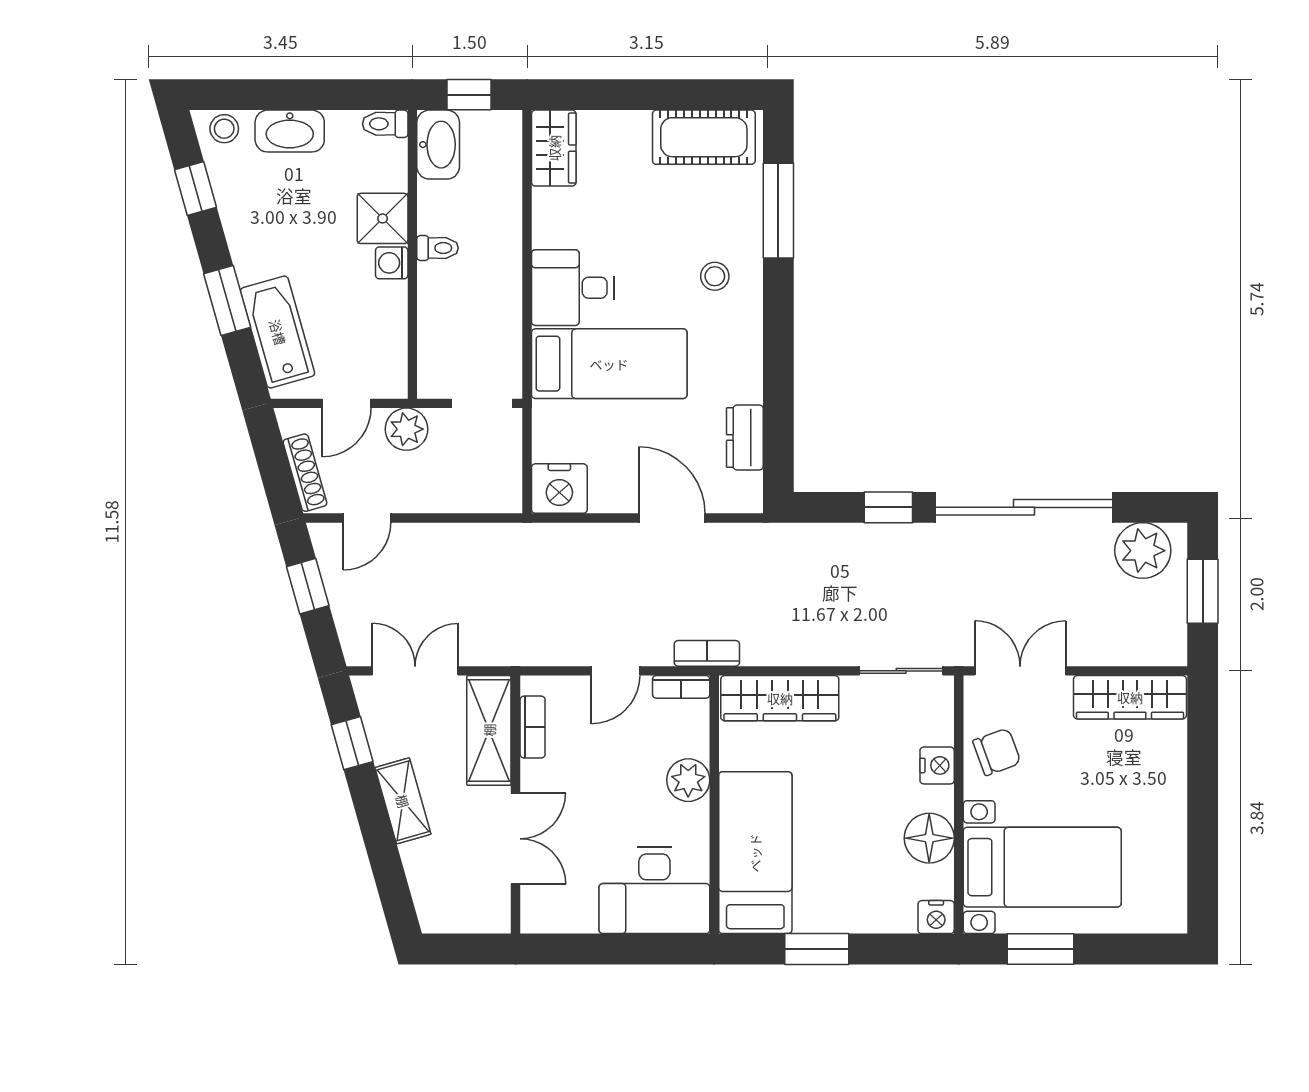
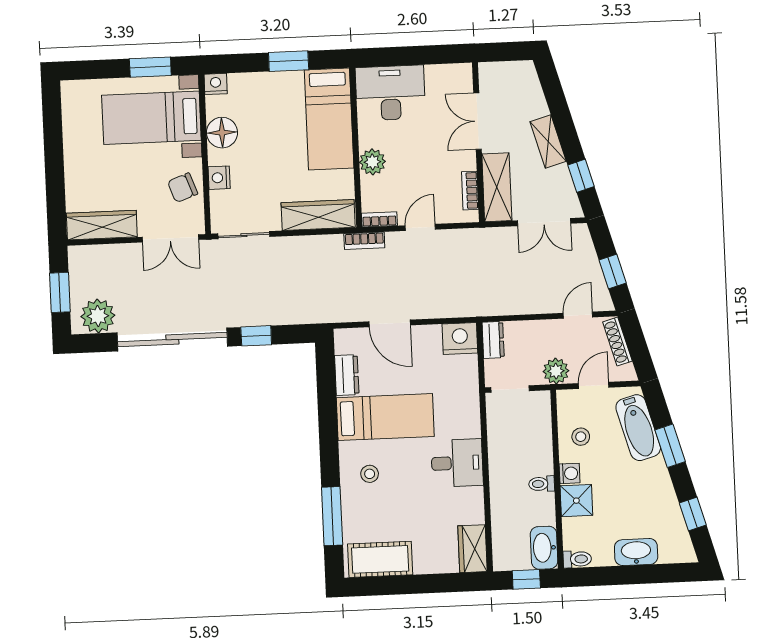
stool: (224, 129) -> (581, 437), moved
bed: (609, 364) -> (385, 417), moved, turned 180
dresser: (506, 484) -> (493, 340), added

